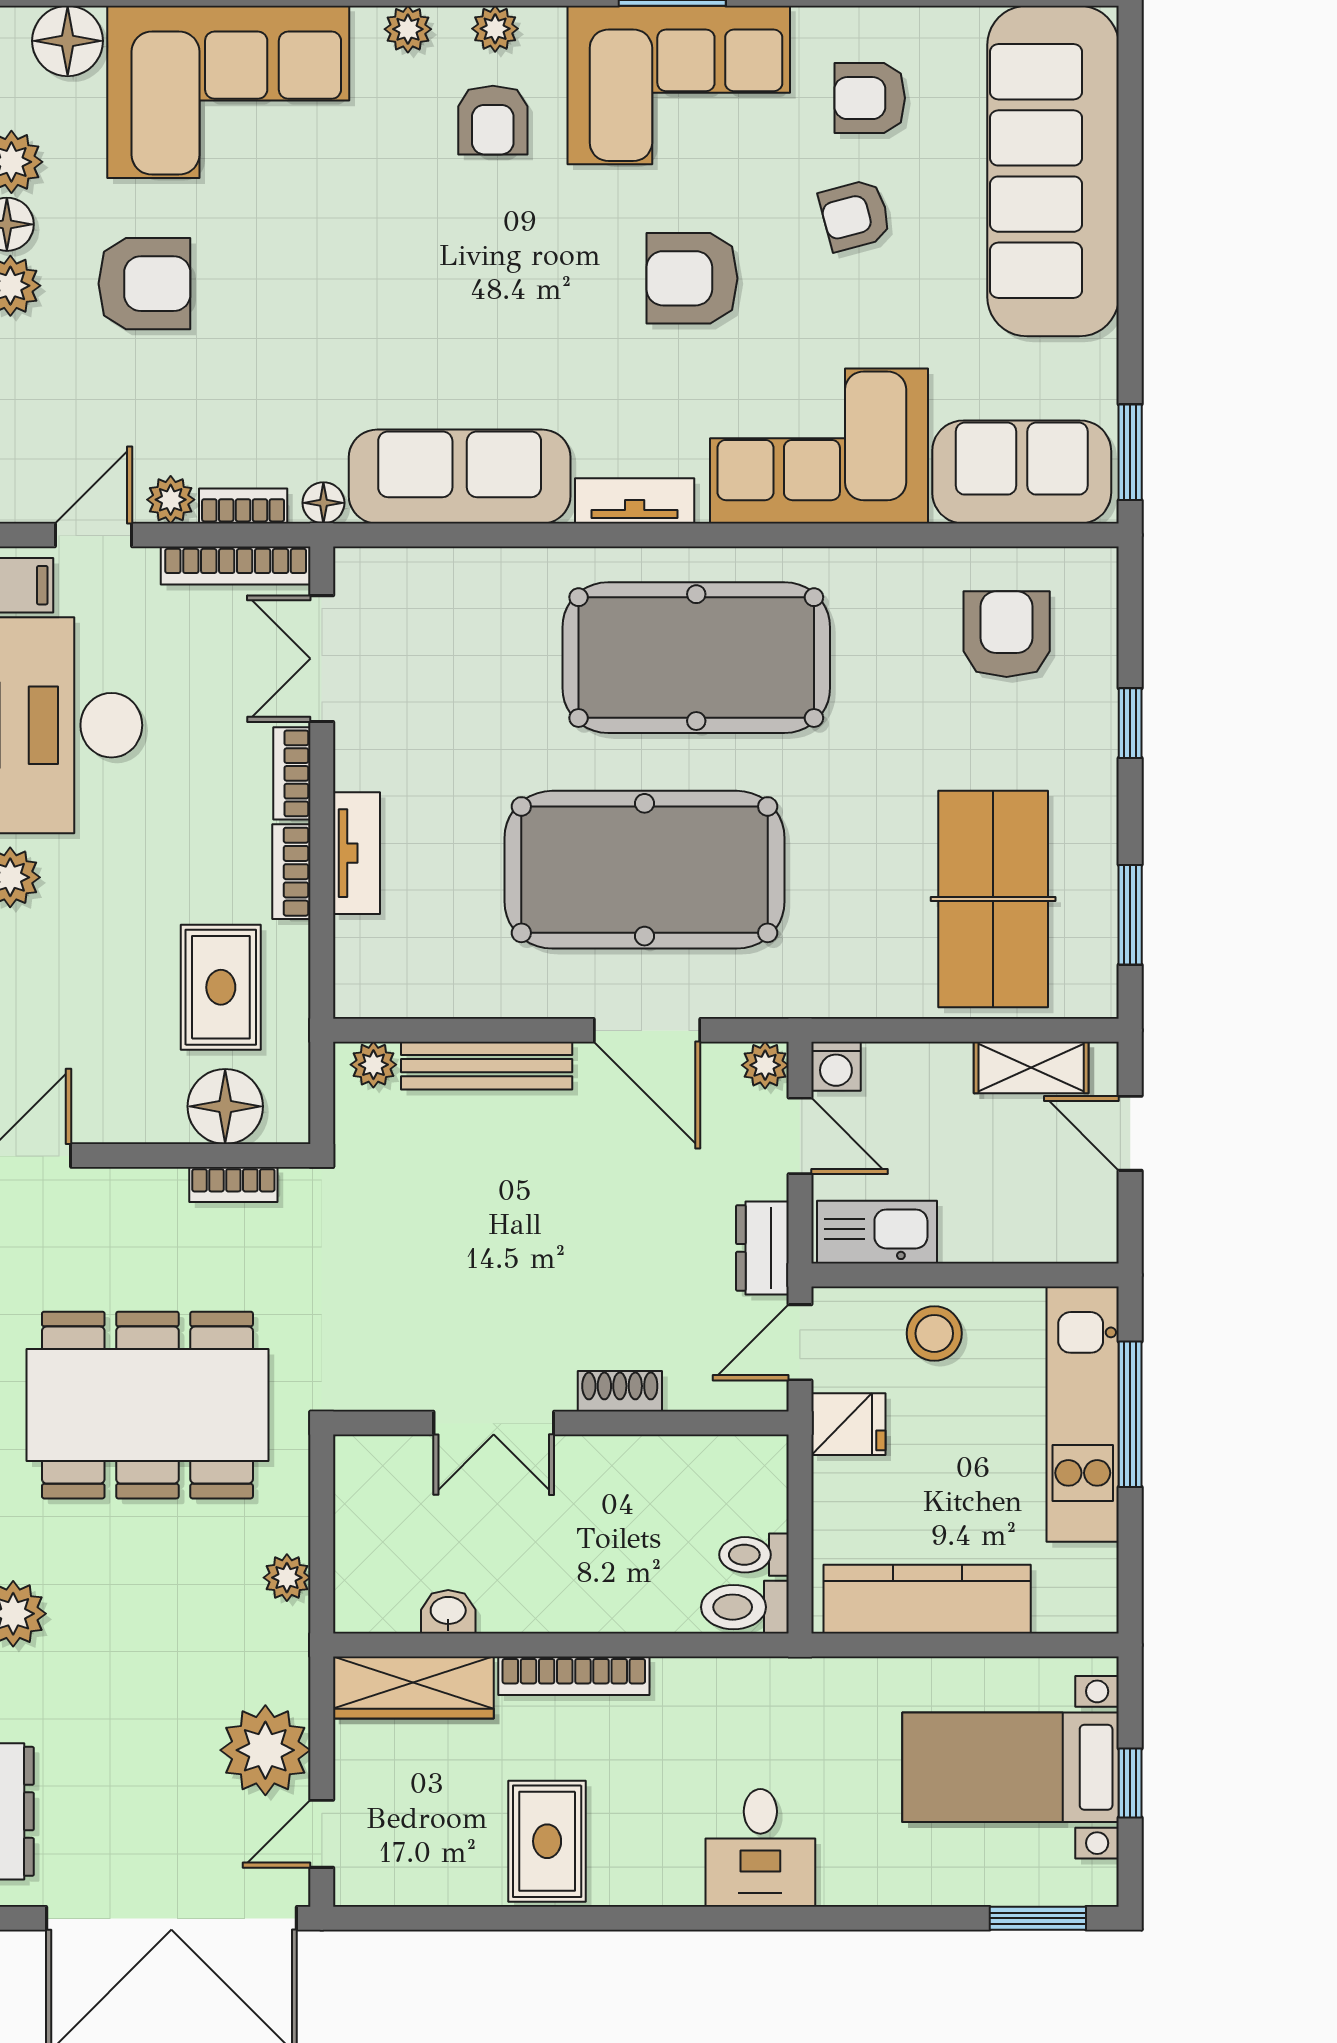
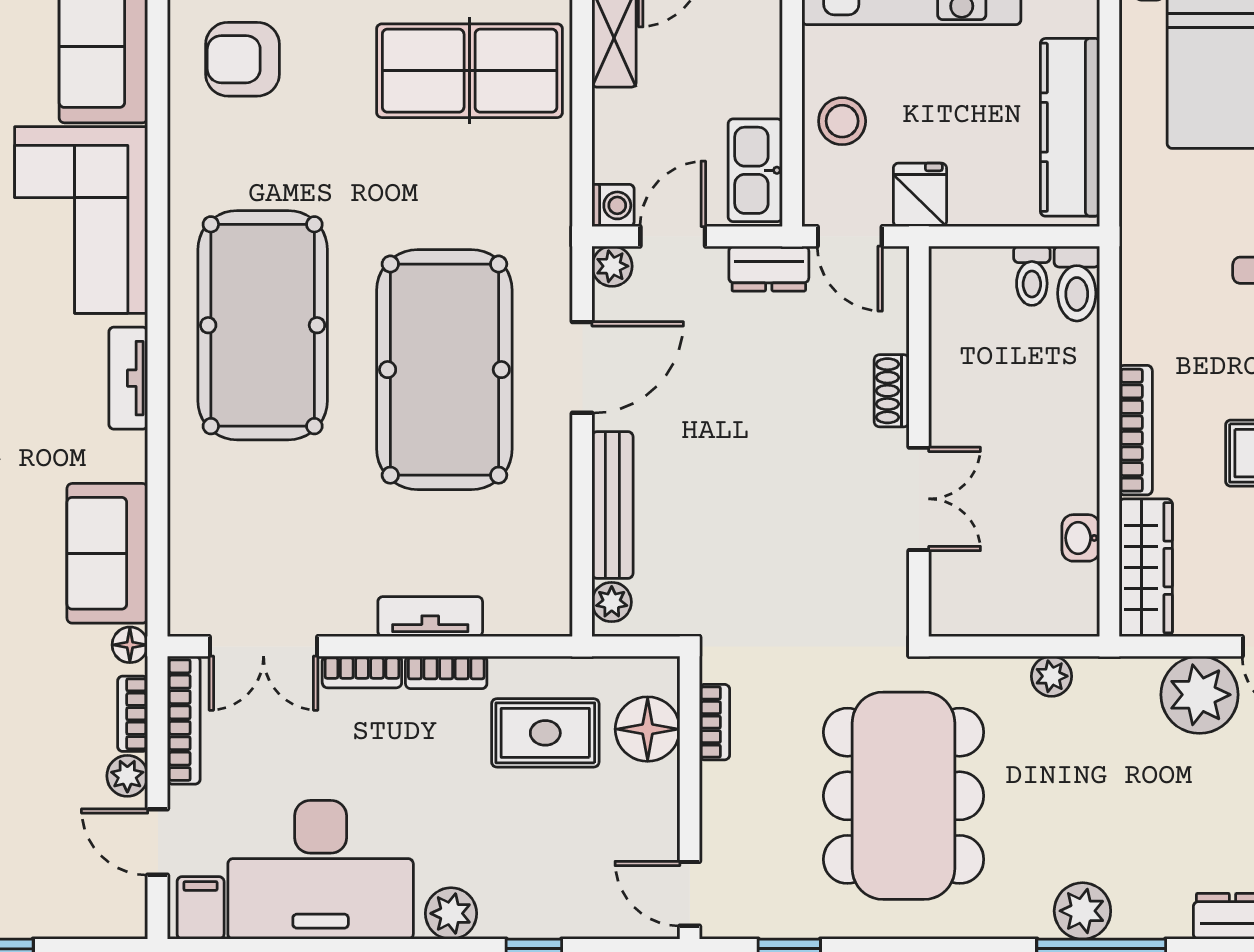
sofa: (460, 477) -> (107, 553), width x0.73

